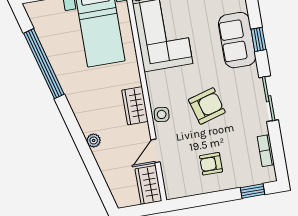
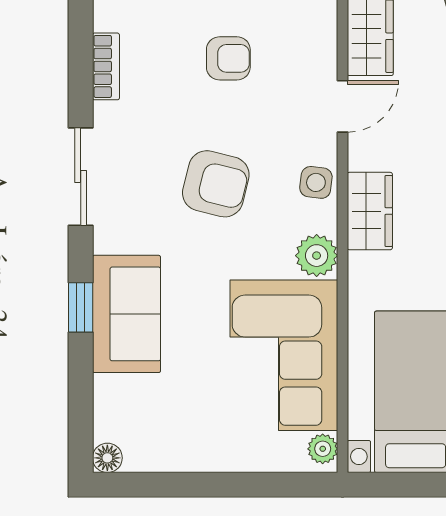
plant: (156, 81) -> (317, 256), added
armchair: (207, 106) -> (216, 184), turned -150

